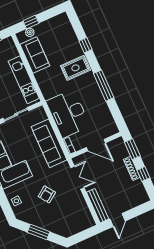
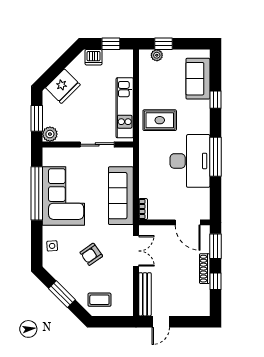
sofa: (35, 55) -> (198, 79), moved, turned 180
rug: (75, 68) -> (160, 120), moved
desk: (68, 114) -> (190, 161), moved, turned 180
door: (96, 145) -> (188, 222), moved
coffee table: (67, 224) -> (99, 300), added

